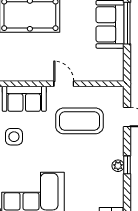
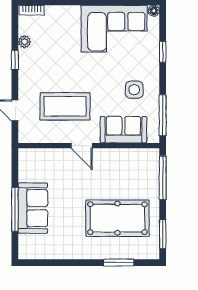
plant: (118, 166) -> (24, 42), moved

